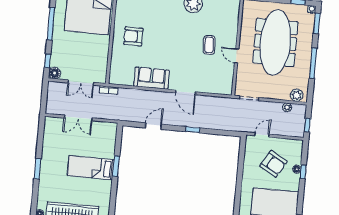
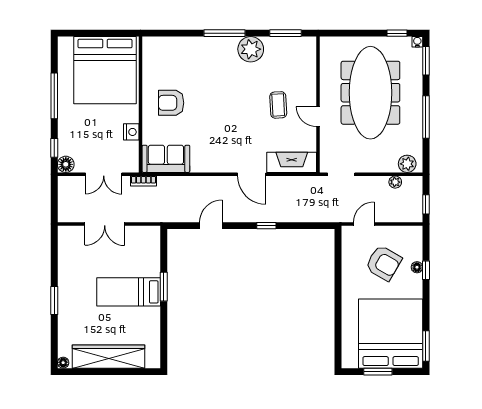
nightstand: (103, 54) -> (131, 132), added
sofa: (151, 78) -> (166, 159), moved
fireplace: (215, 87) -> (292, 162), added

